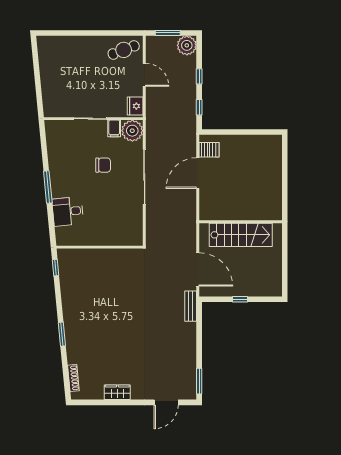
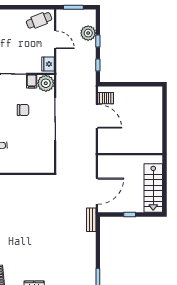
plant: (187, 45) -> (88, 33), moved
door: (198, 173) -> (97, 116), swing flipped
stairs: (241, 235) -> (153, 188), moved, turned 90
door: (198, 269) -> (97, 191), hinge flipped

